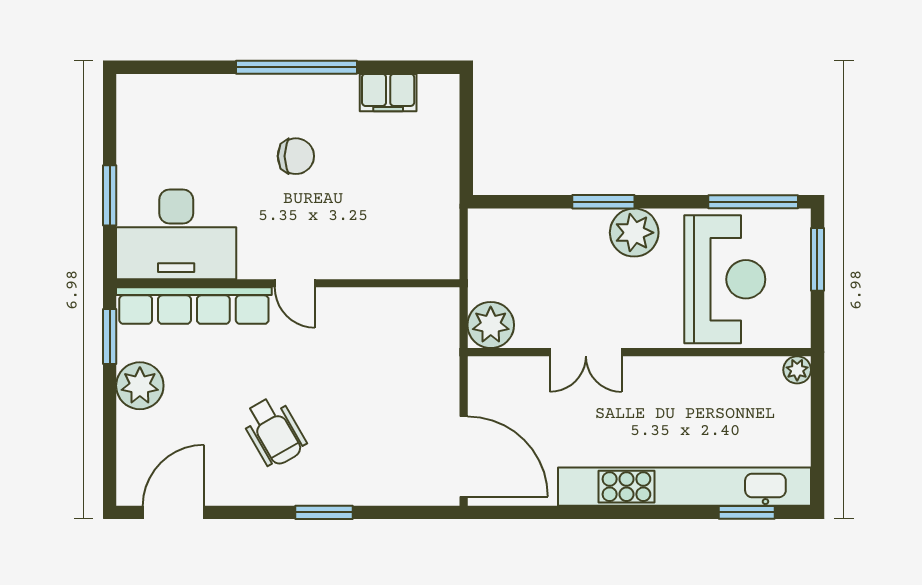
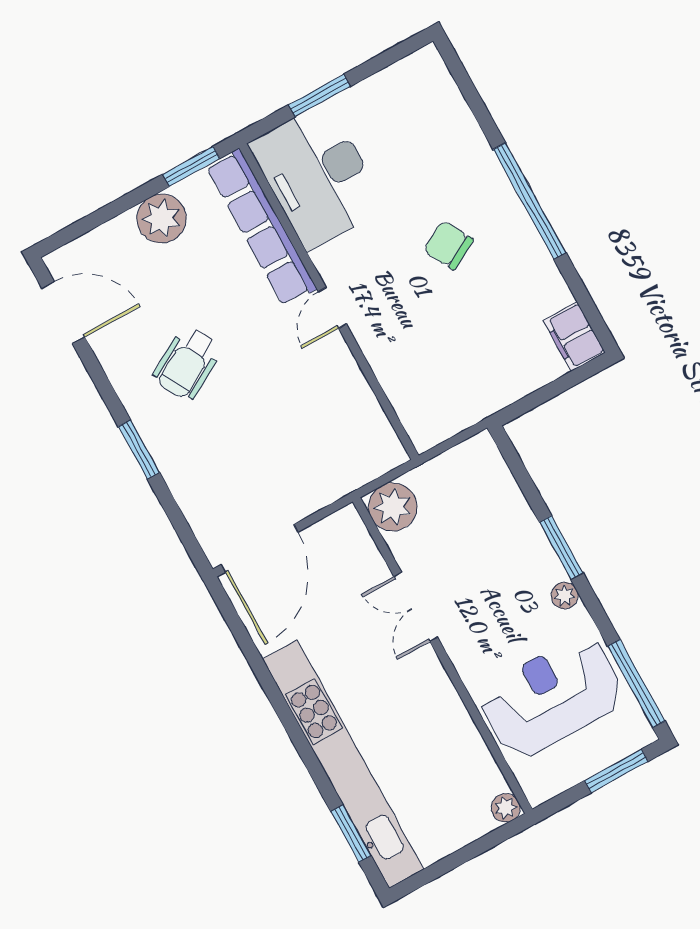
filing cabinet: (388, 93) -> (574, 336), moved
chair: (296, 156) -> (448, 245), turned 151
plant: (634, 233) -> (565, 595), width x0.53, depth x0.53
reception desk: (725, 279) -> (552, 697), turned 180

